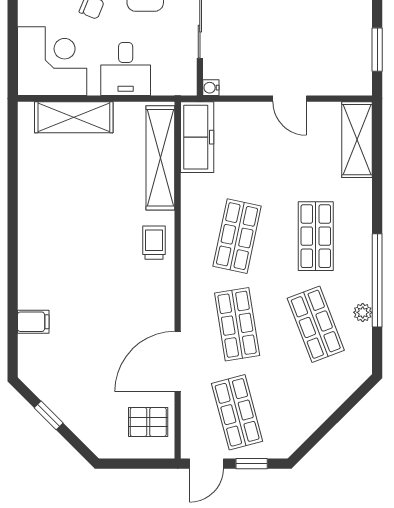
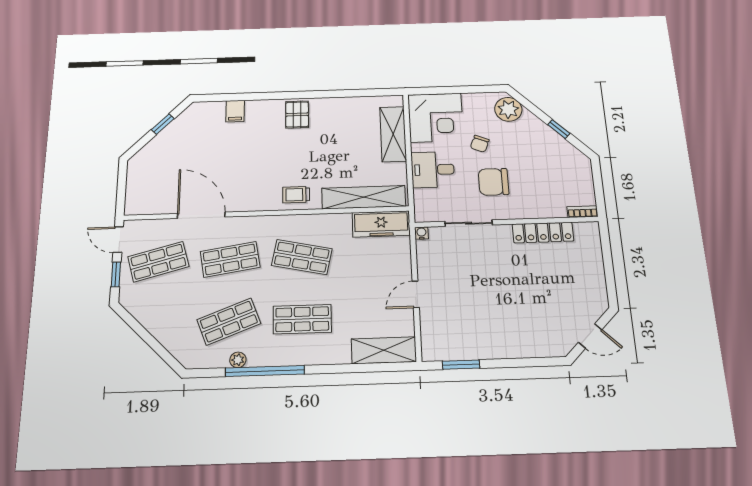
trolley: (154, 243) -> (296, 195), turned 180
pallet: (148, 422) -> (297, 114), moved

